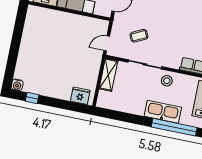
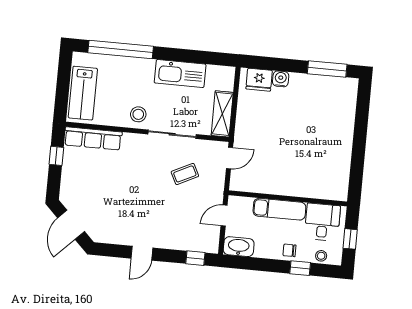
water cooler: (17, 85) -> (281, 79), moved
window: (32, 98) -> (327, 69), width x2.17
kitchen sink: (163, 112) -> (180, 74), moved

